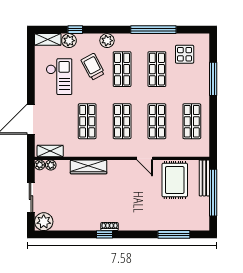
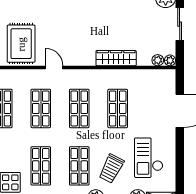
trolley: (93, 67) -> (111, 169), turned 55
shelving: (50, 151) -> (158, 76), removed

